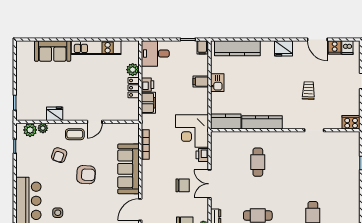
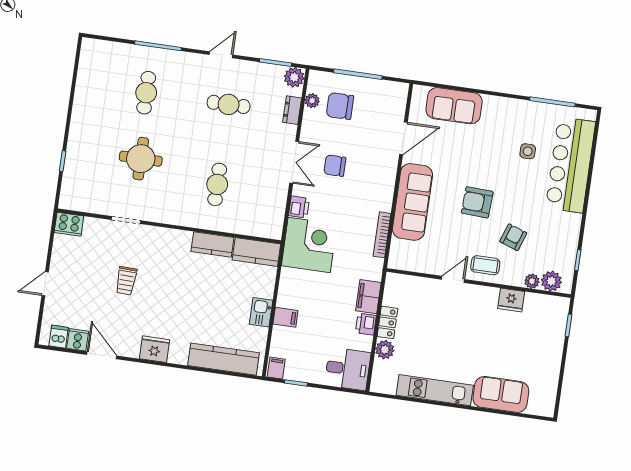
kitchen counter: (262, 122) -> (212, 244), width x0.67
round table: (310, 172) -> (141, 159), added

